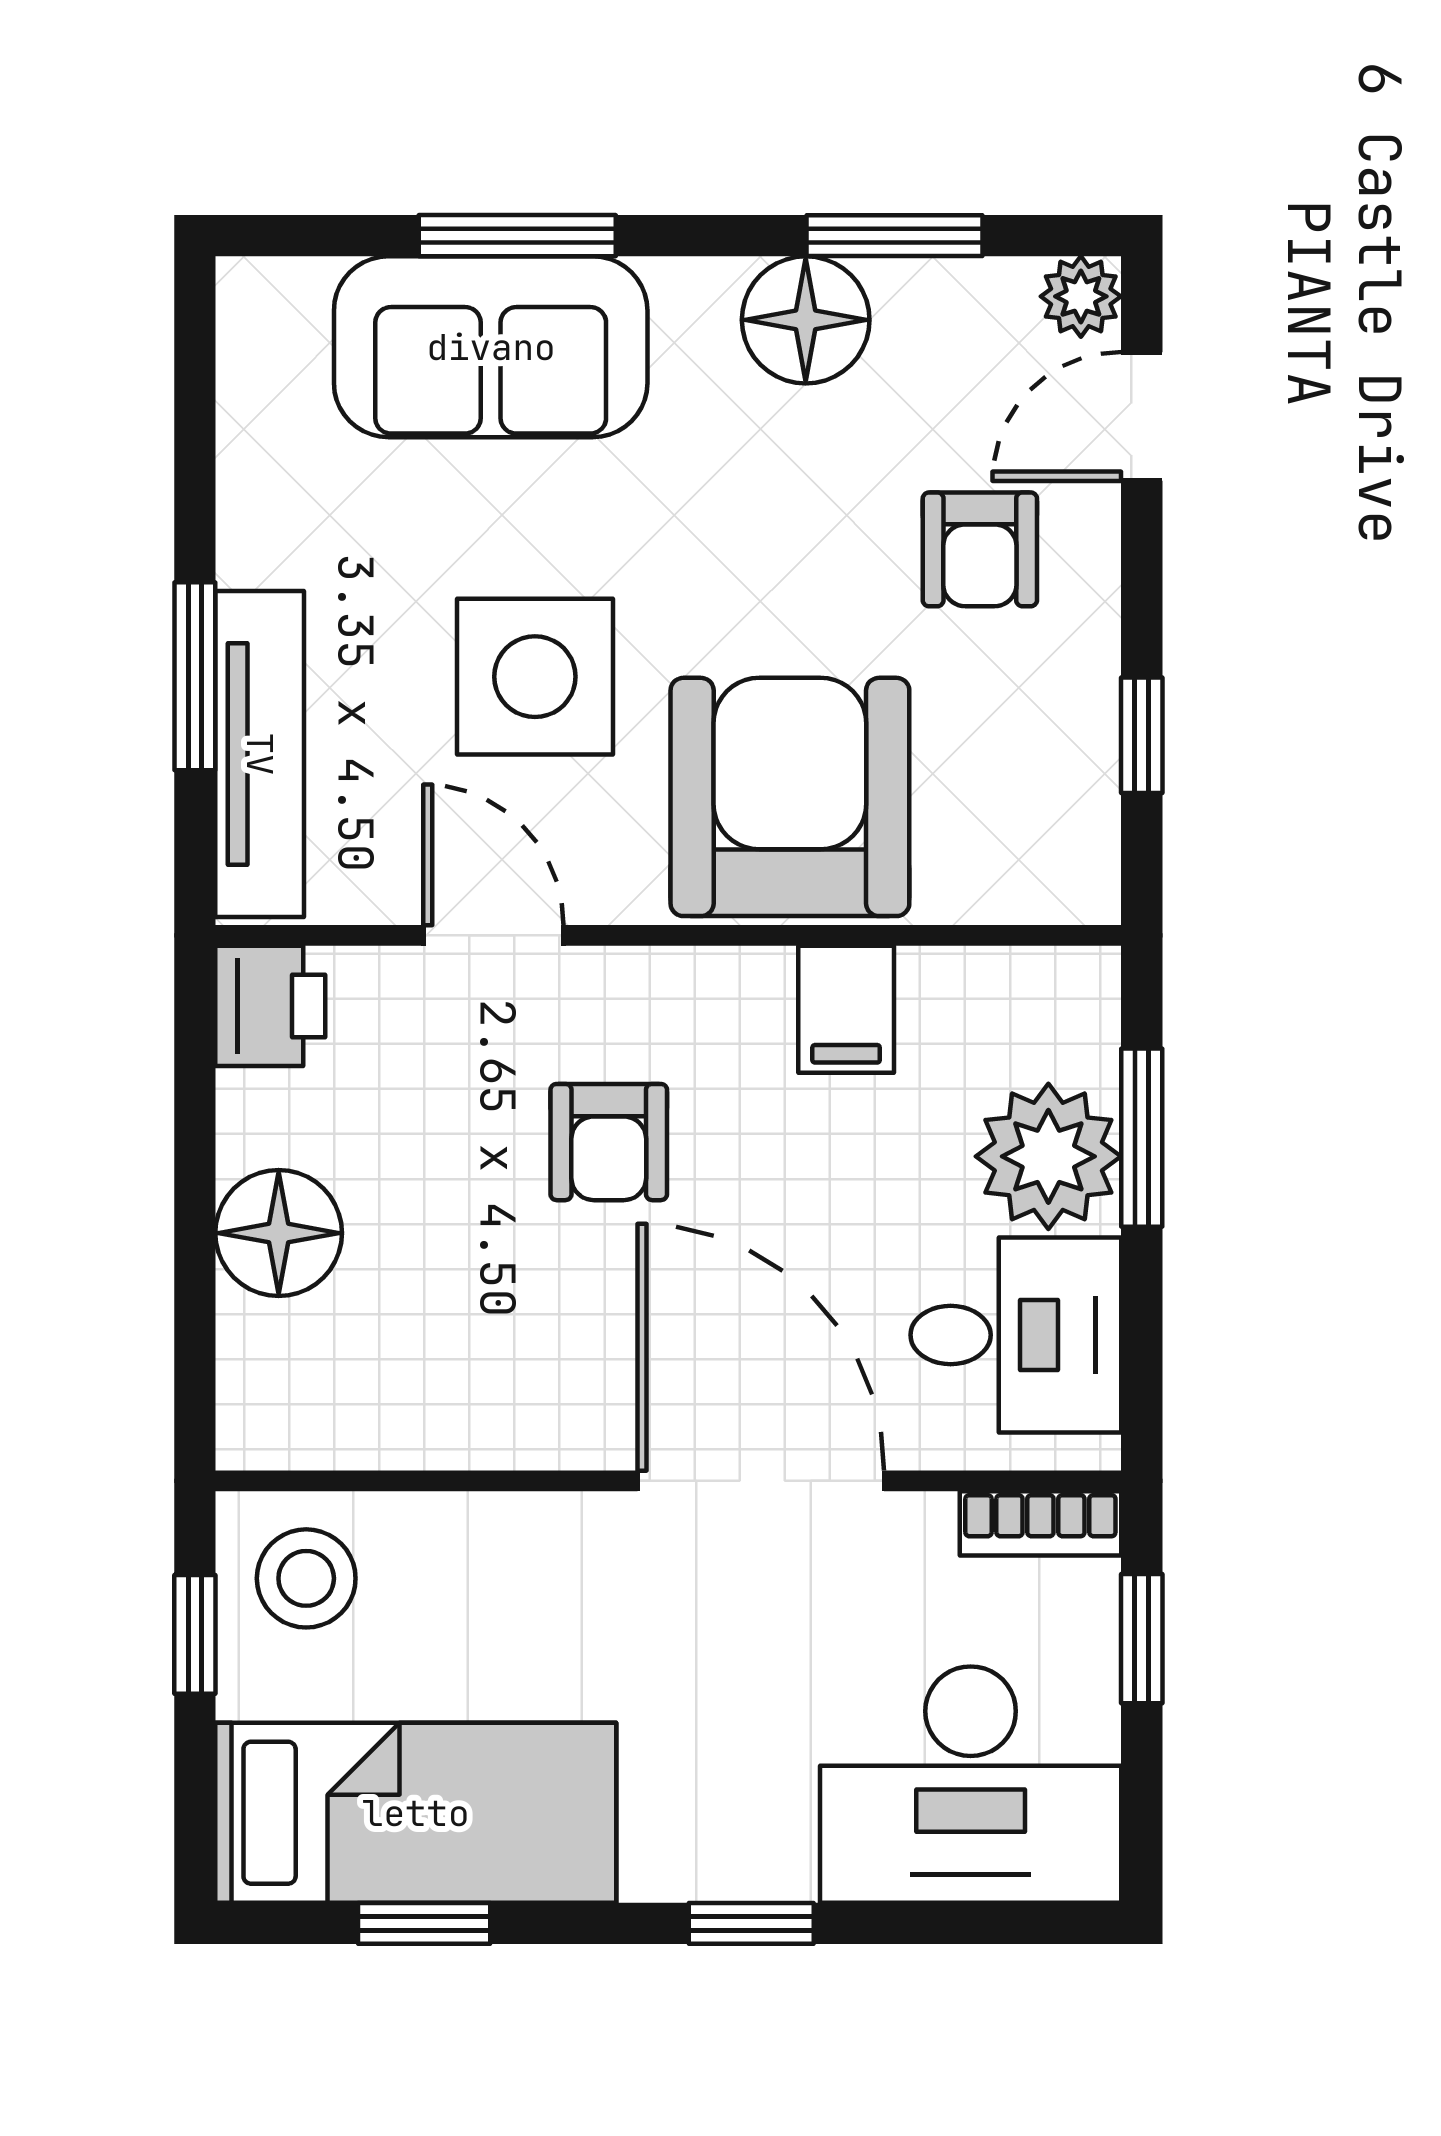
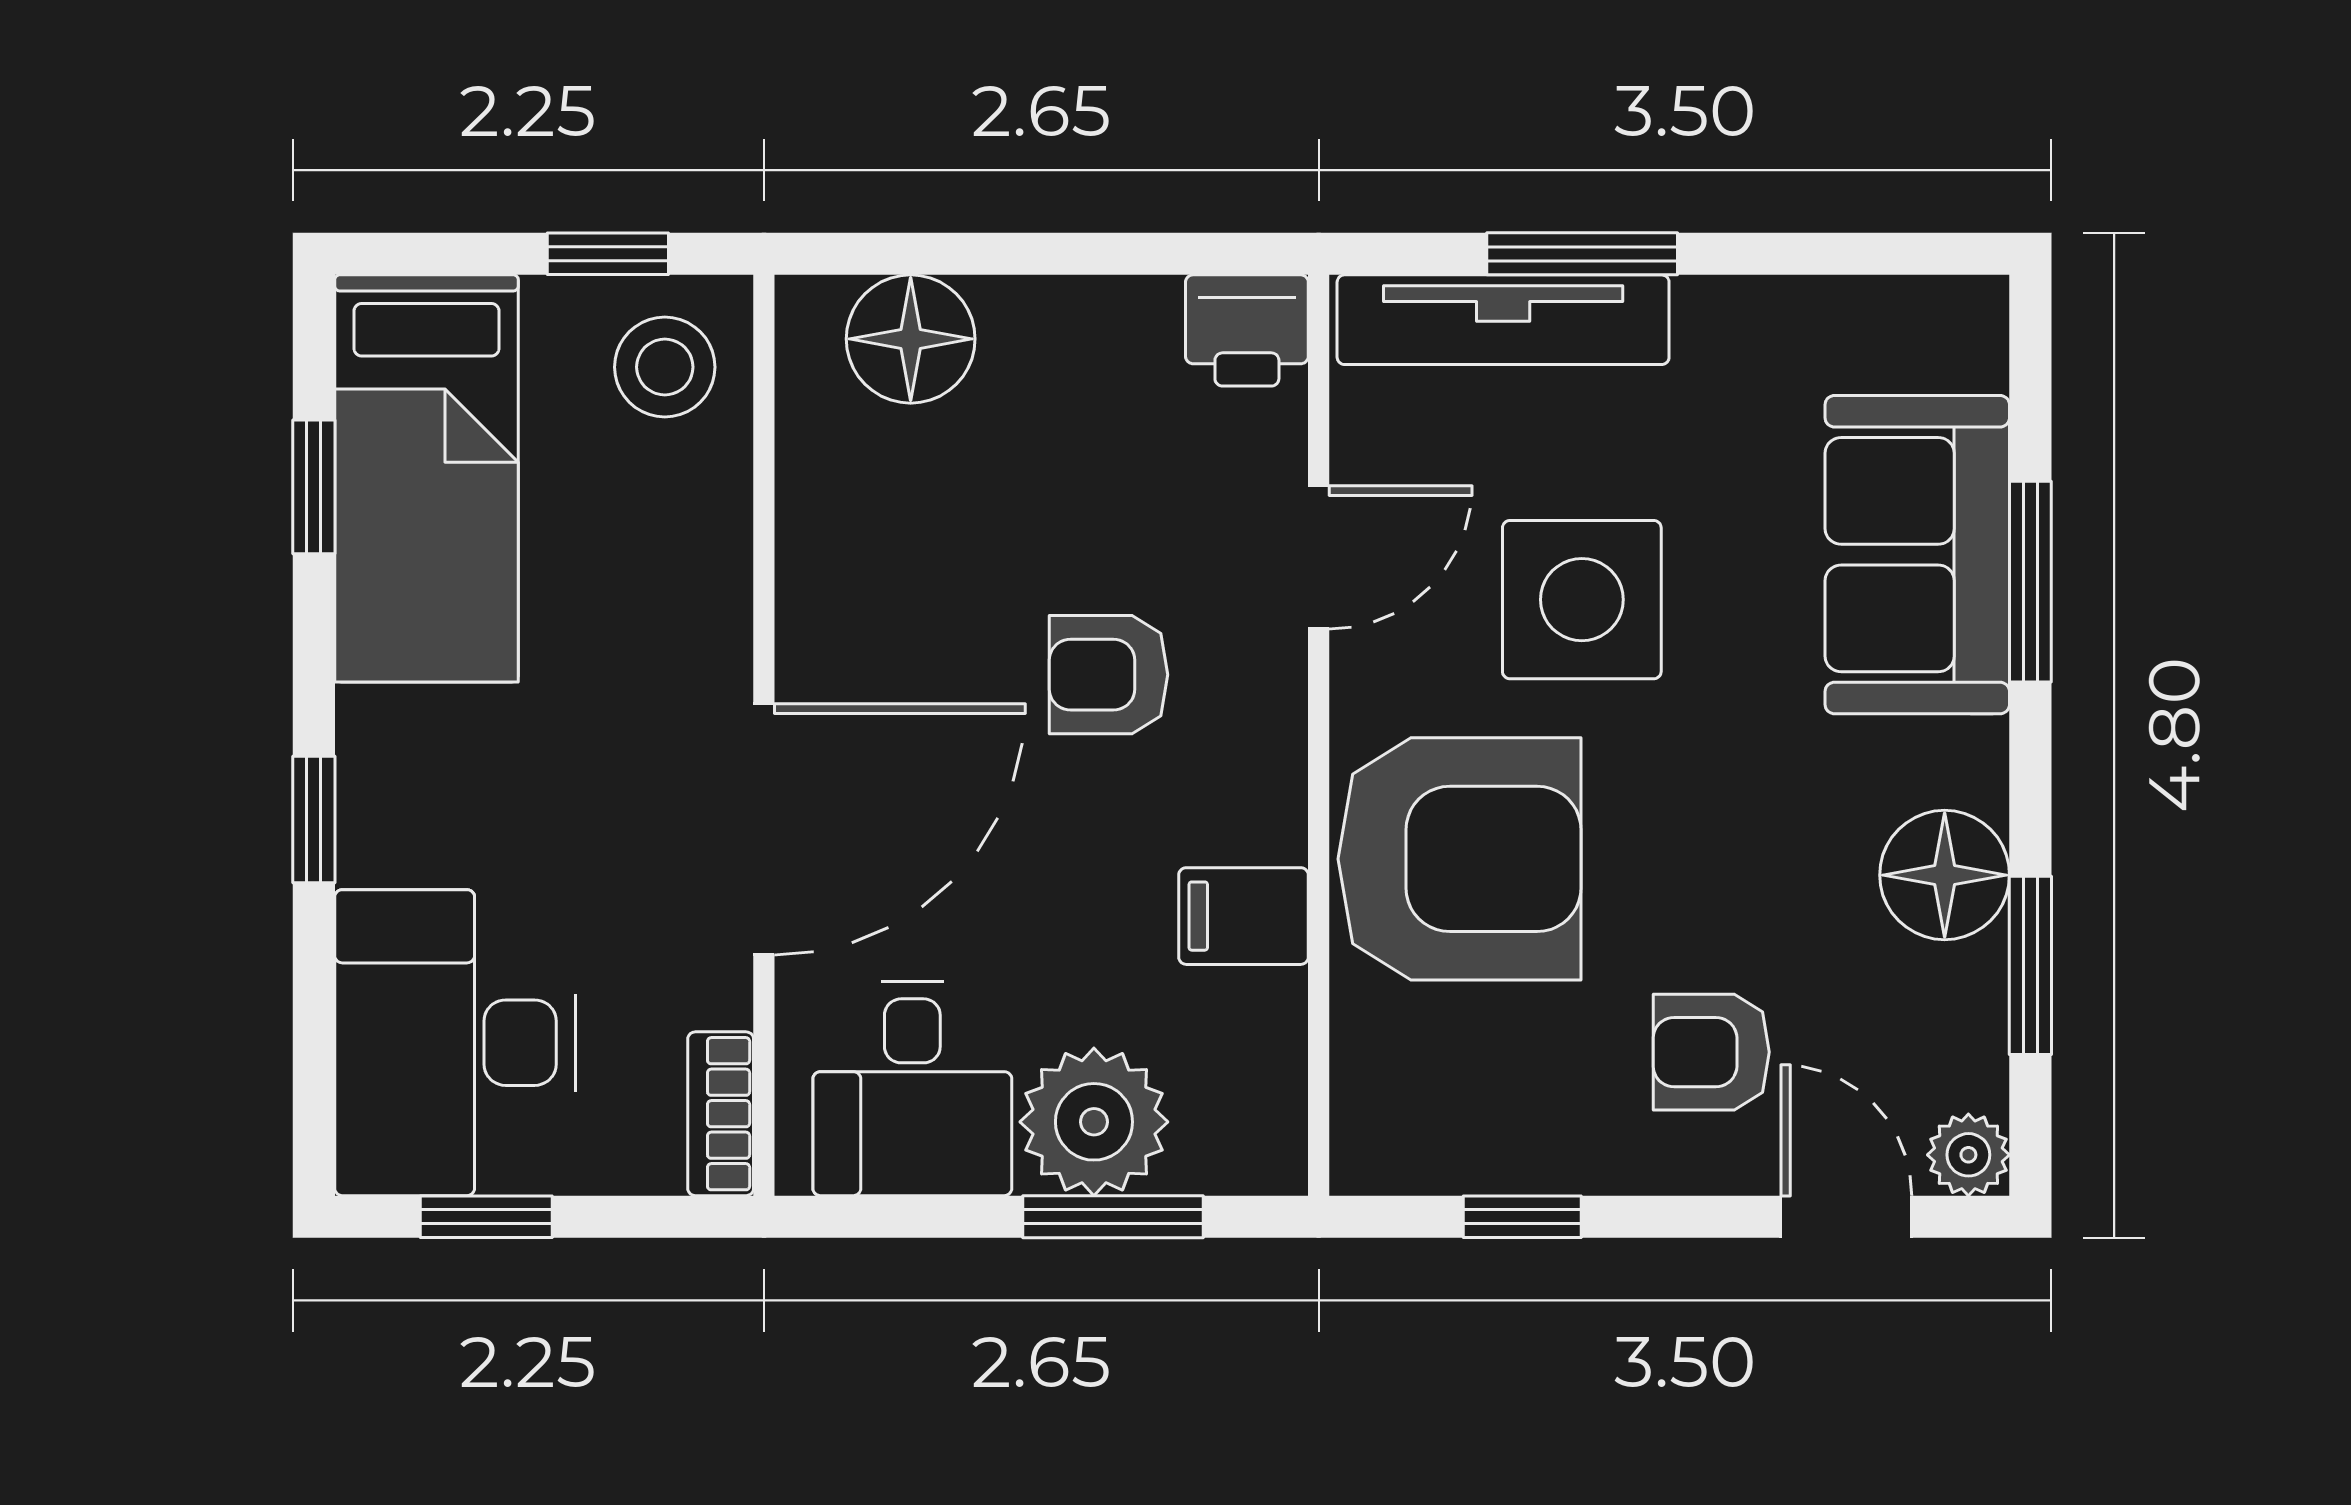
floor lamp: (279, 1233) -> (911, 339), moved
window: (1142, 1639) -> (486, 1217), moved

